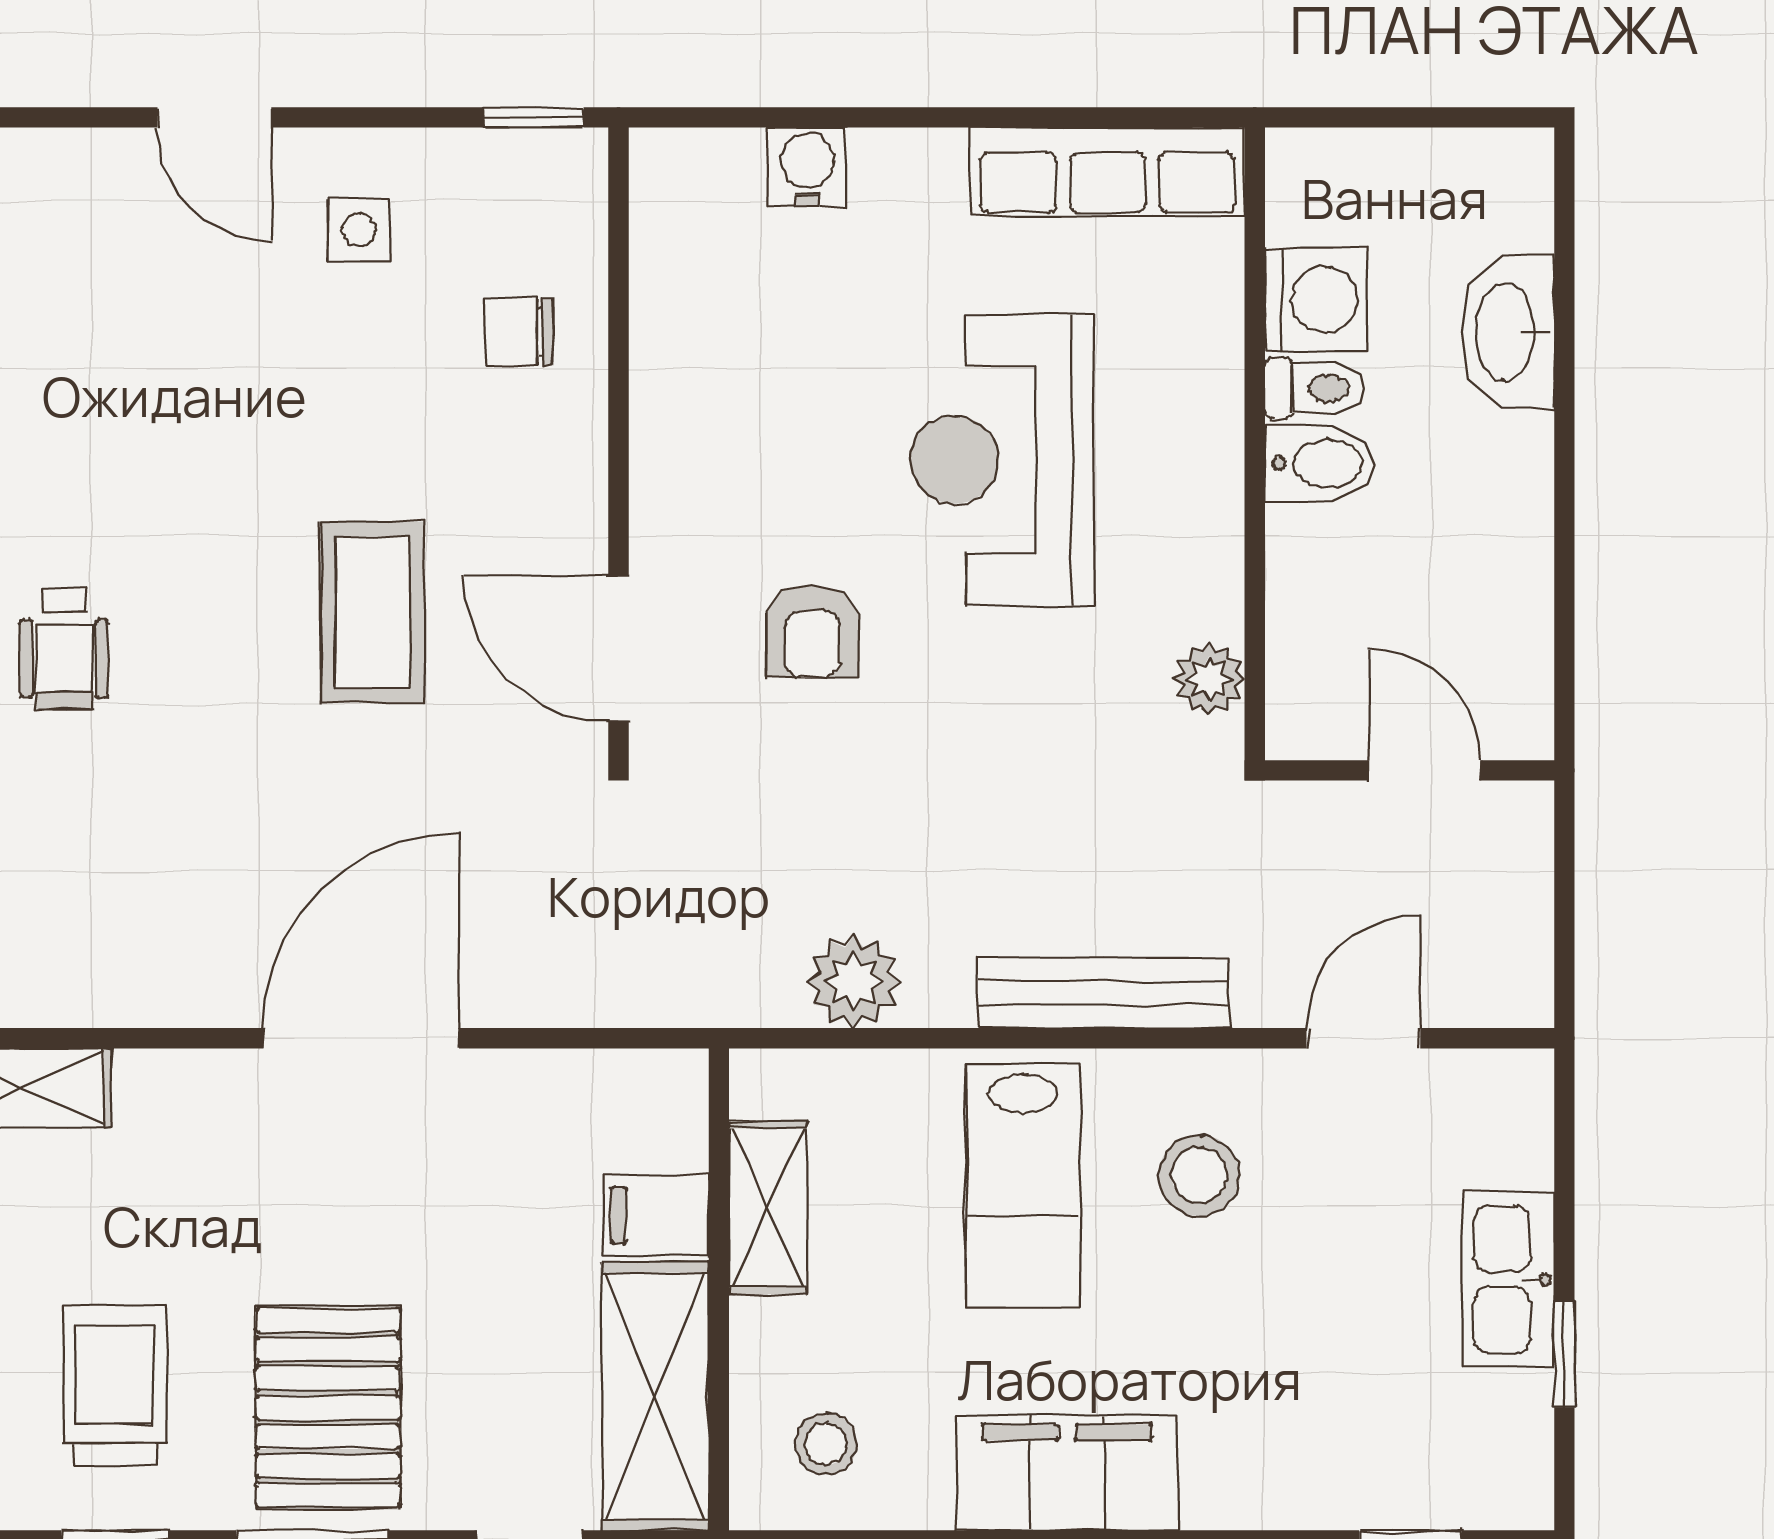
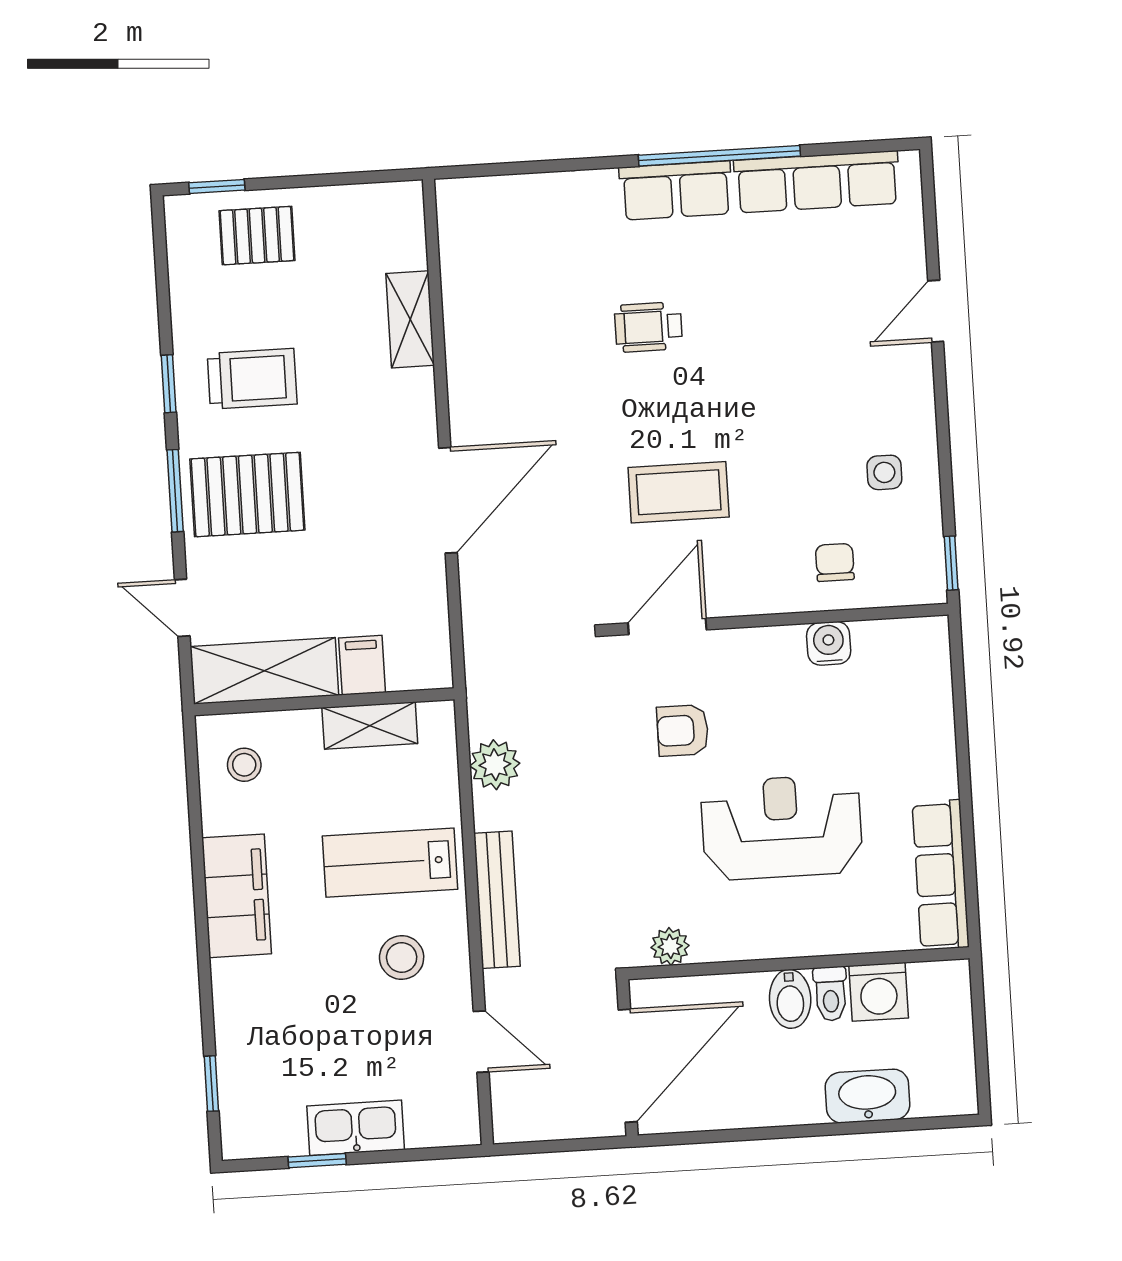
door: (214, 117) -> (936, 311), moved
water cooler: (807, 167) -> (829, 643), moved, turned -90
door: (1425, 770) -> (628, 1066), width x1.87
door: (361, 1038) -> (448, 500), hinge flipped

